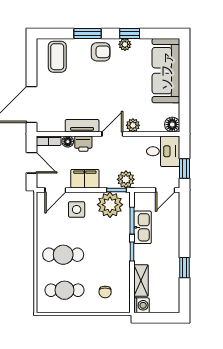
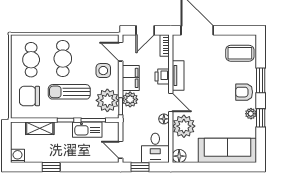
armchair: (101, 52) -> (244, 92), turned 90
plant: (133, 125) -> (184, 126), width x1.88, depth x1.88
floor lamp: (68, 142) -> (164, 119), moved
plant: (126, 179) -> (130, 99), moved
sun lounger: (100, 247) -> (69, 92), added
chair: (105, 292) -> (29, 96), width x1.87, depth x1.87
washing machine: (142, 305) -> (18, 156), moved, turned 180

